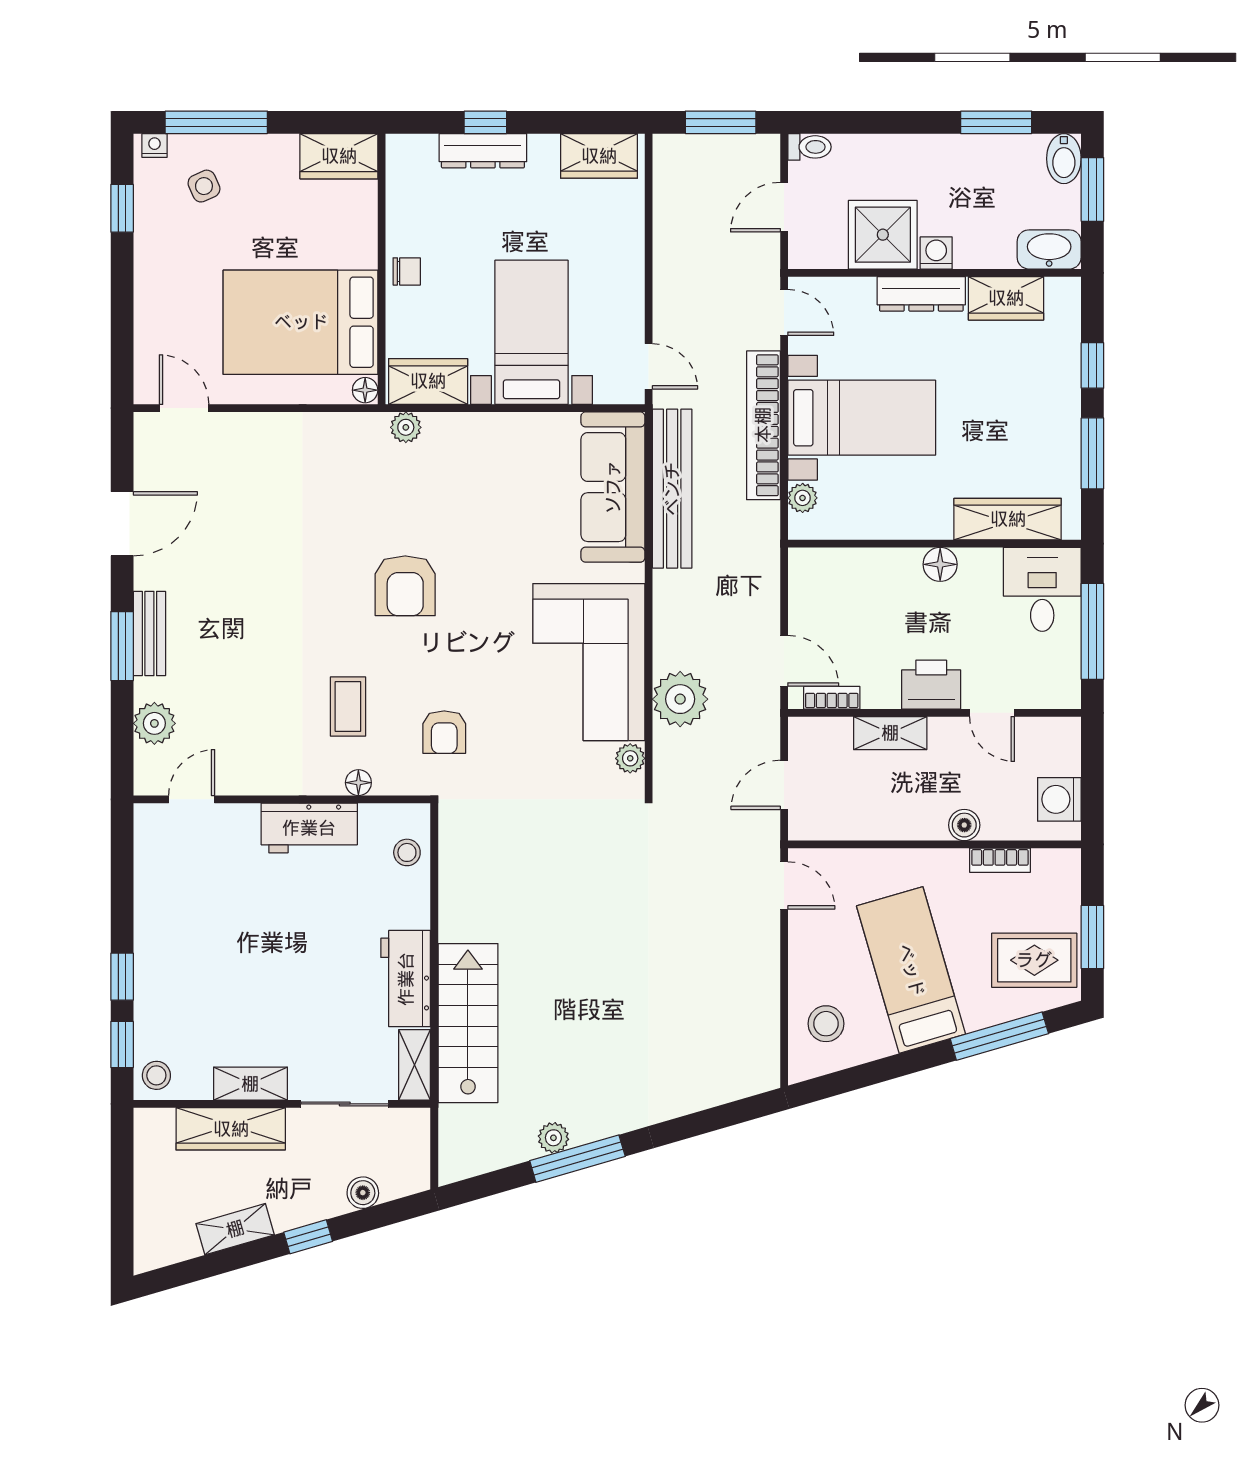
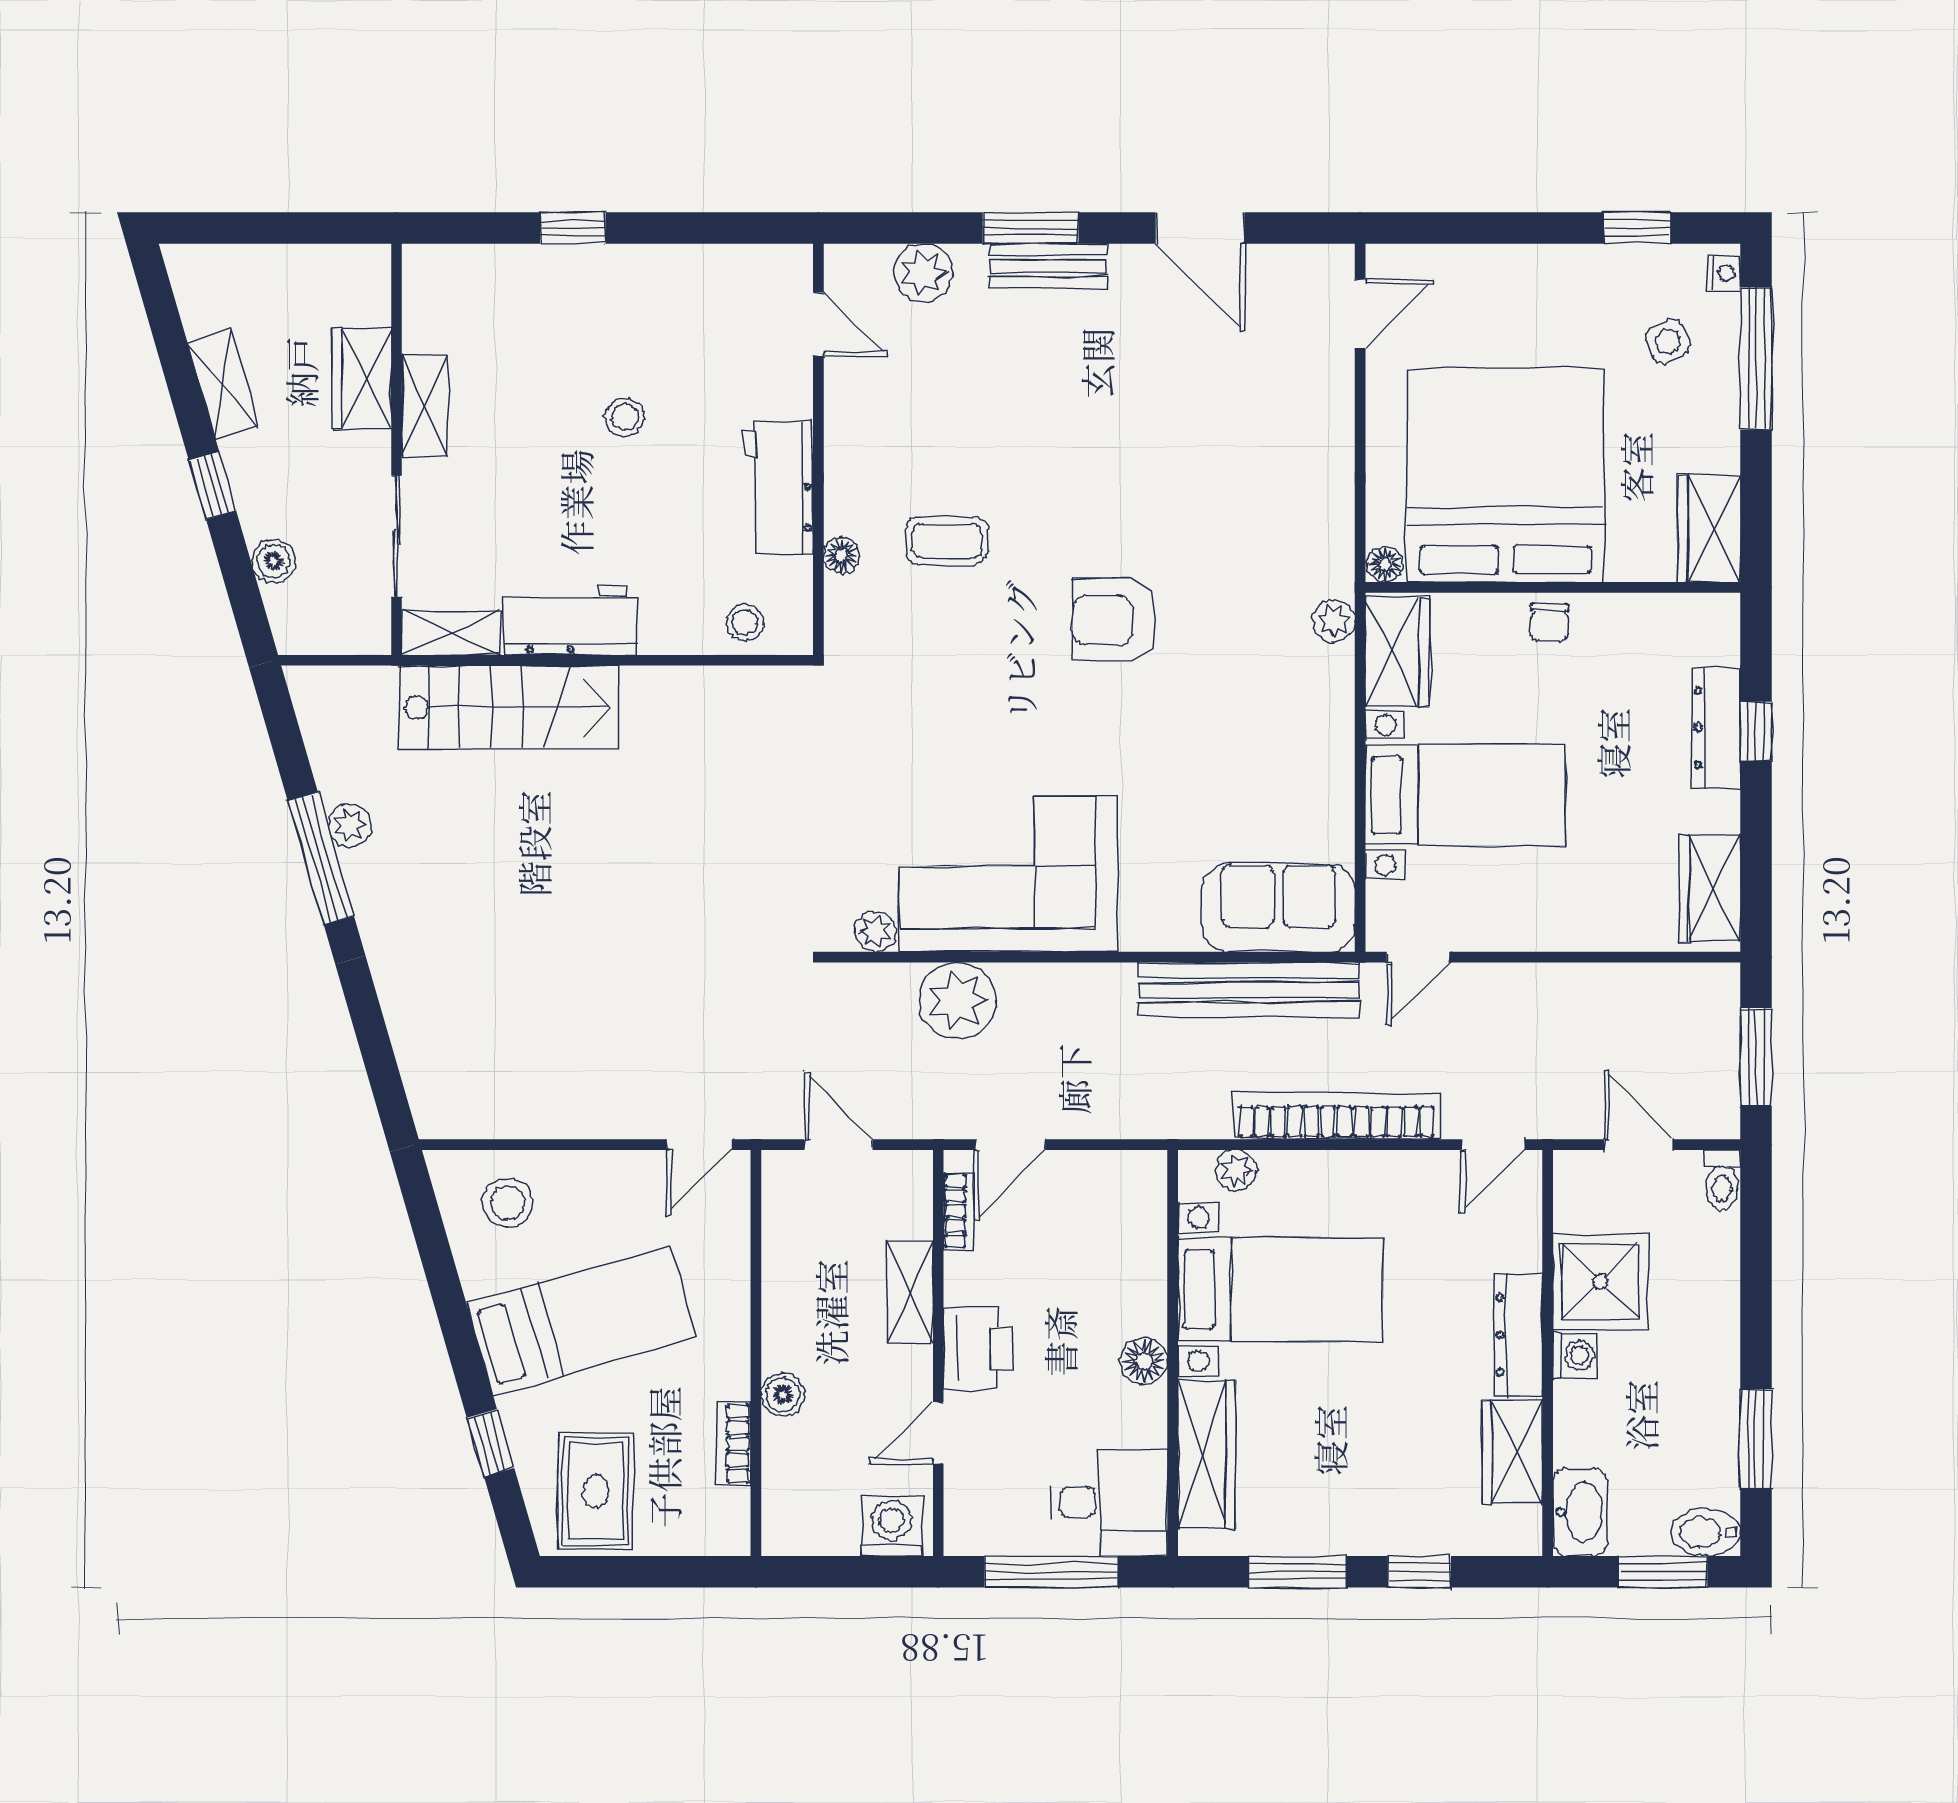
bed: (301, 322) -> (1505, 475), width x1.36
bed with nightstands: (862, 418) -> (1280, 1289), moved, turned -90
sofa: (613, 487) -> (1278, 908), width x0.73
armchair: (444, 732) -> (911, 674), removed
washing machine: (1059, 799) -> (892, 1526), moved
window: (1092, 937) -> (628, 1572), removed
window: (999, 1036) -> (490, 1443), width x0.46
window: (122, 1045) -> (479, 228), removed
stool: (156, 1075) -> (625, 417), moved
wardrobe: (231, 1129) -> (362, 378), width x0.67

